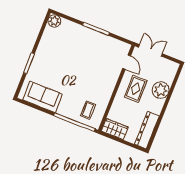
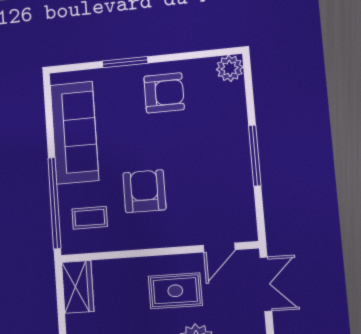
armchair: (51, 53) -> (164, 93), added
armchair: (88, 82) -> (144, 191), added
sofa: (43, 97) -> (74, 133), width x1.36

